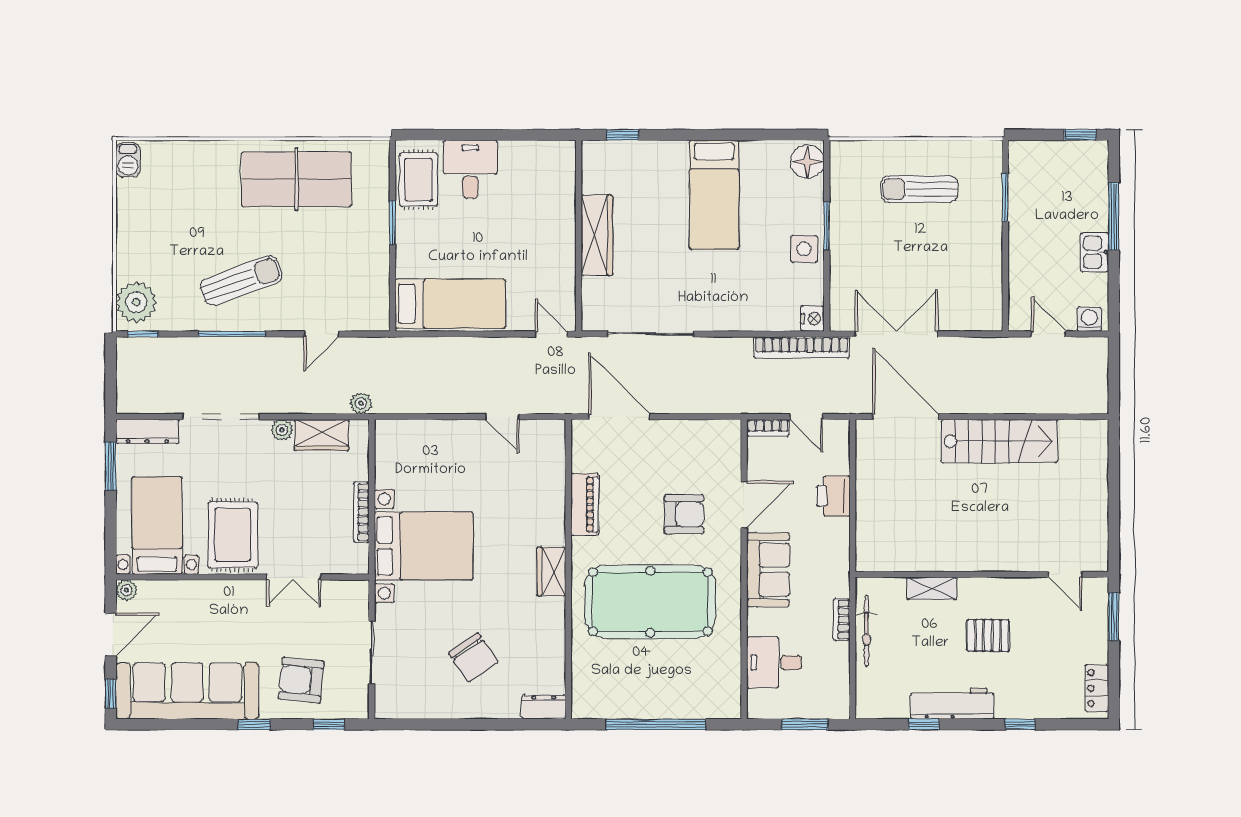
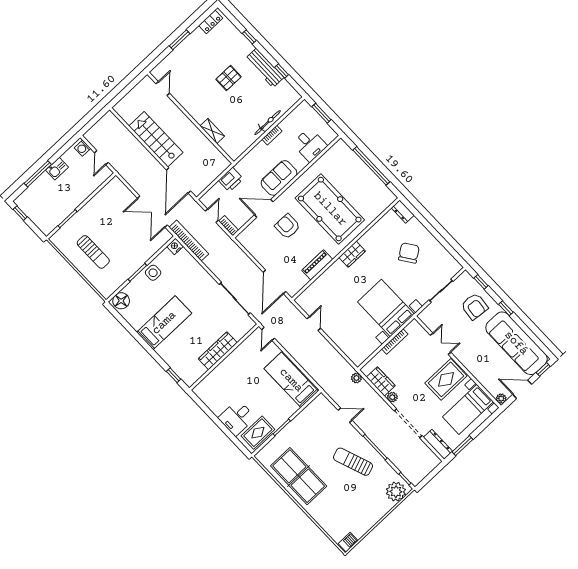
wall: (982, 574) -> (191, 118), moved
door: (1065, 574) -> (163, 89), moved
shelving: (932, 588) -> (212, 131), moved
pallet: (988, 636) -> (229, 78), turned 90

